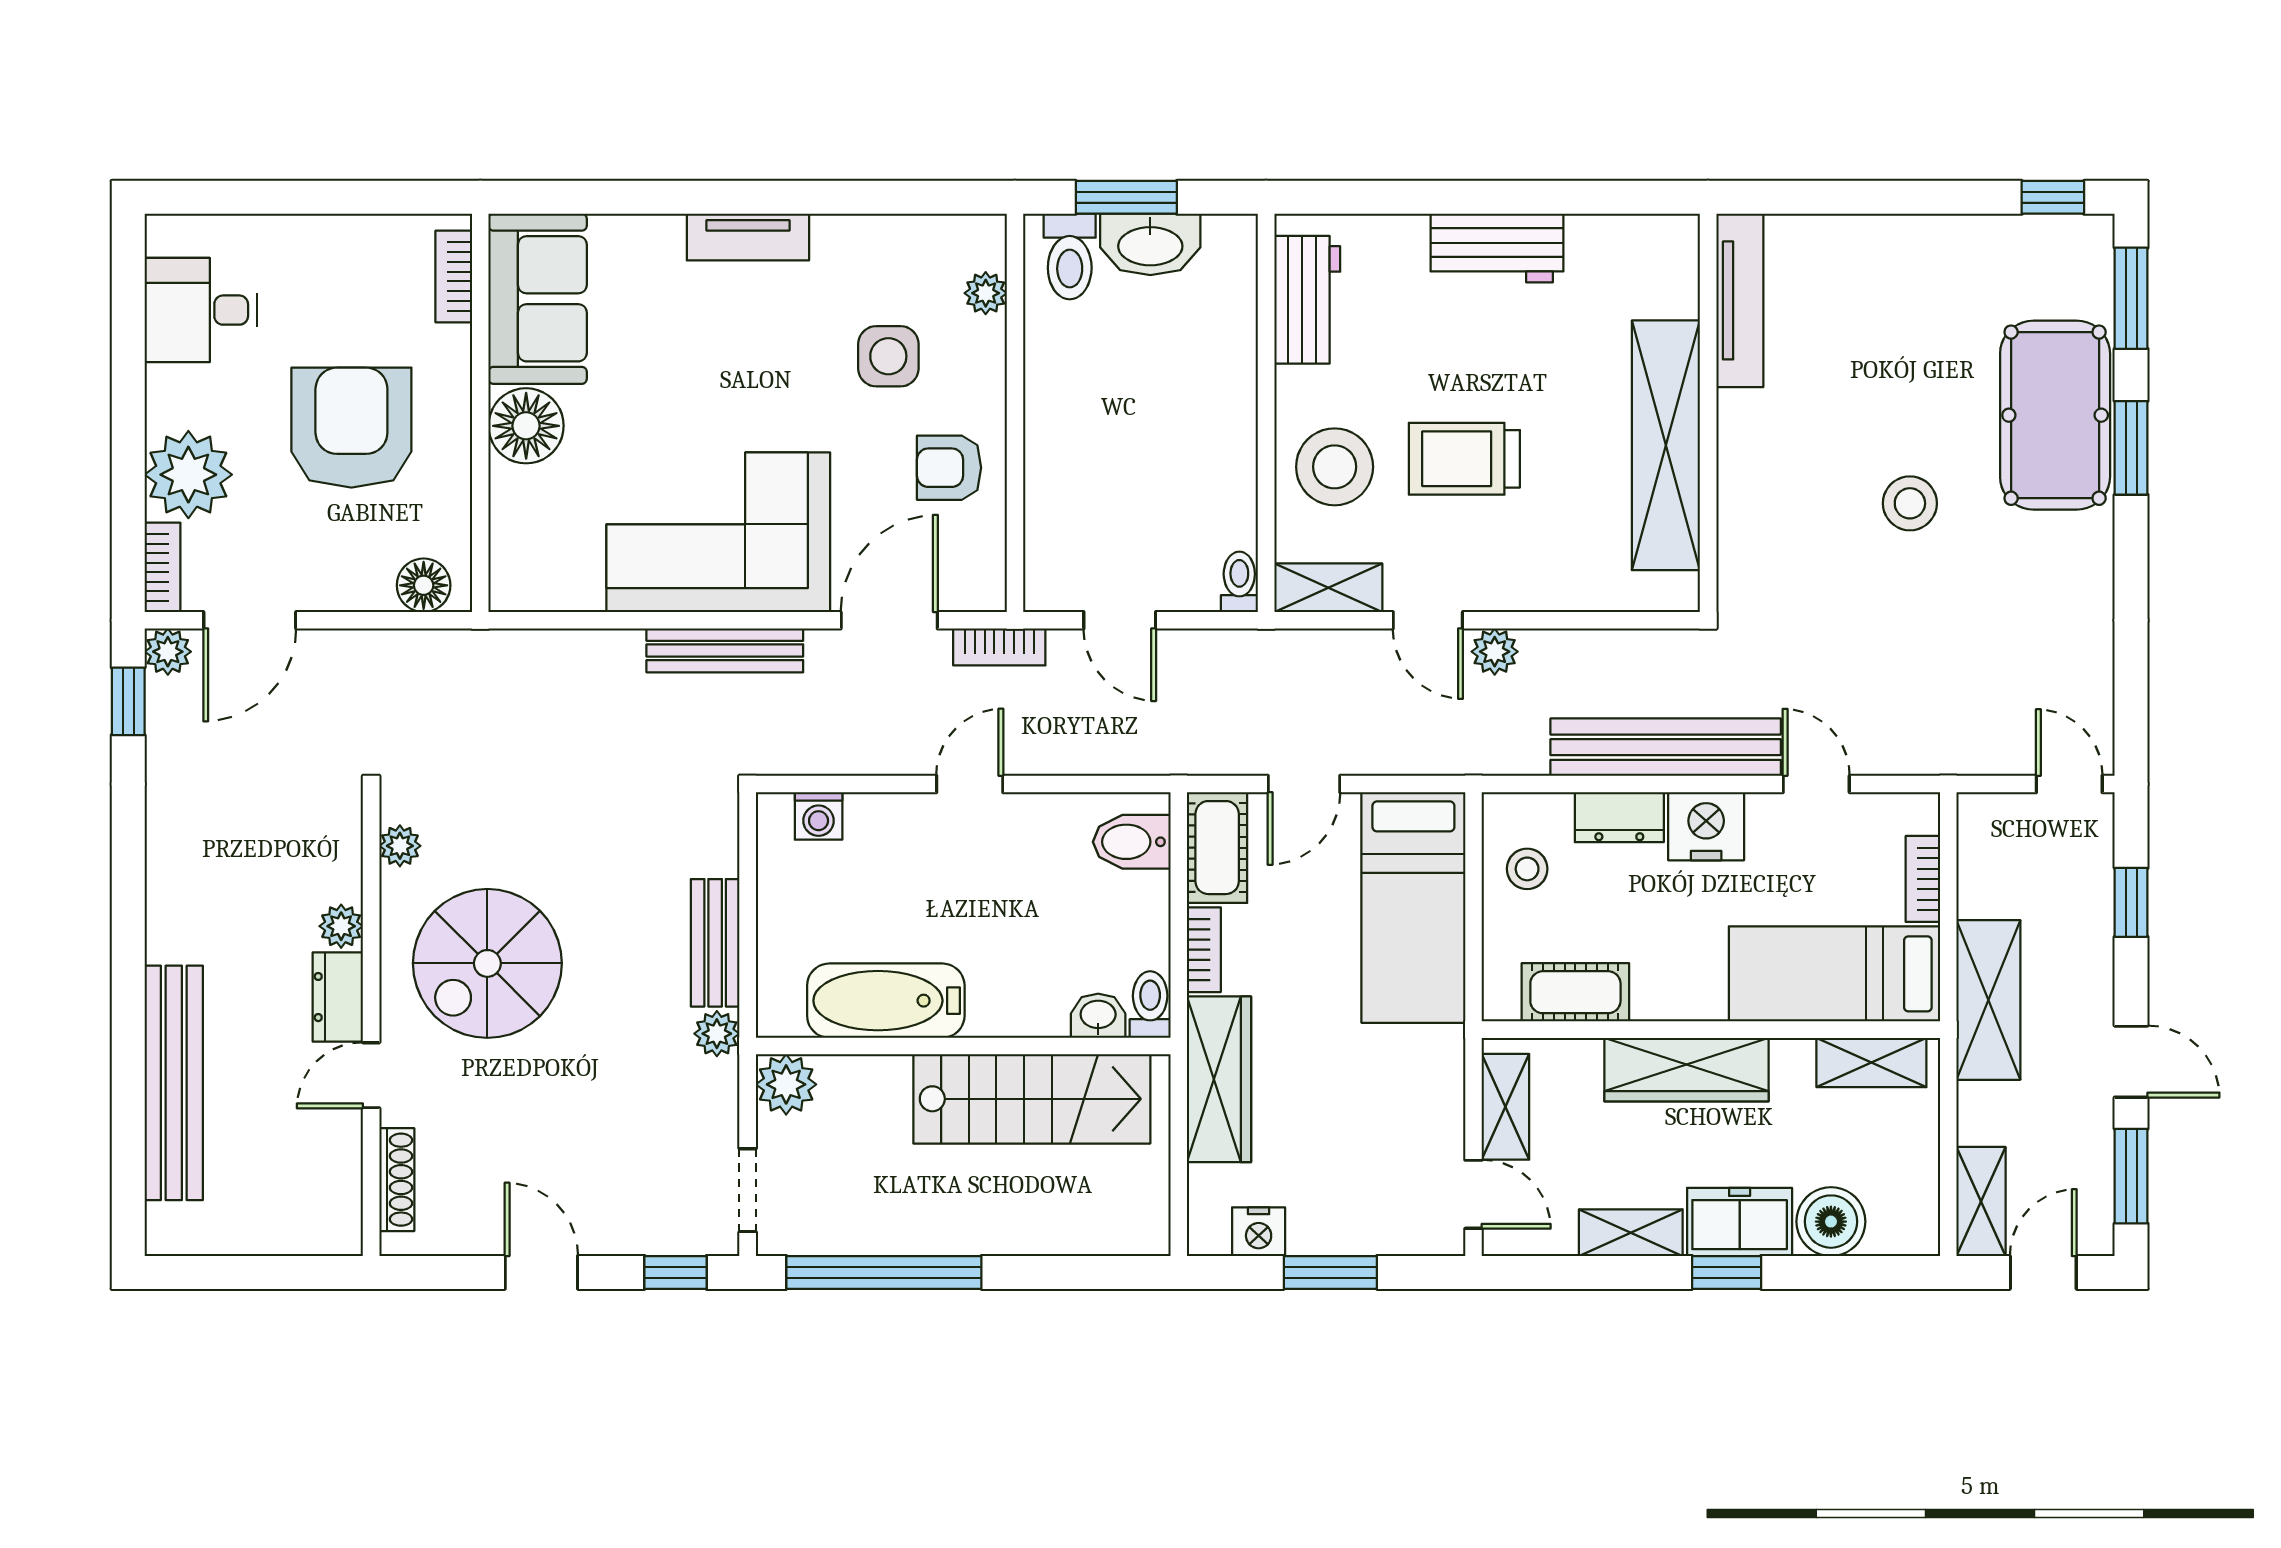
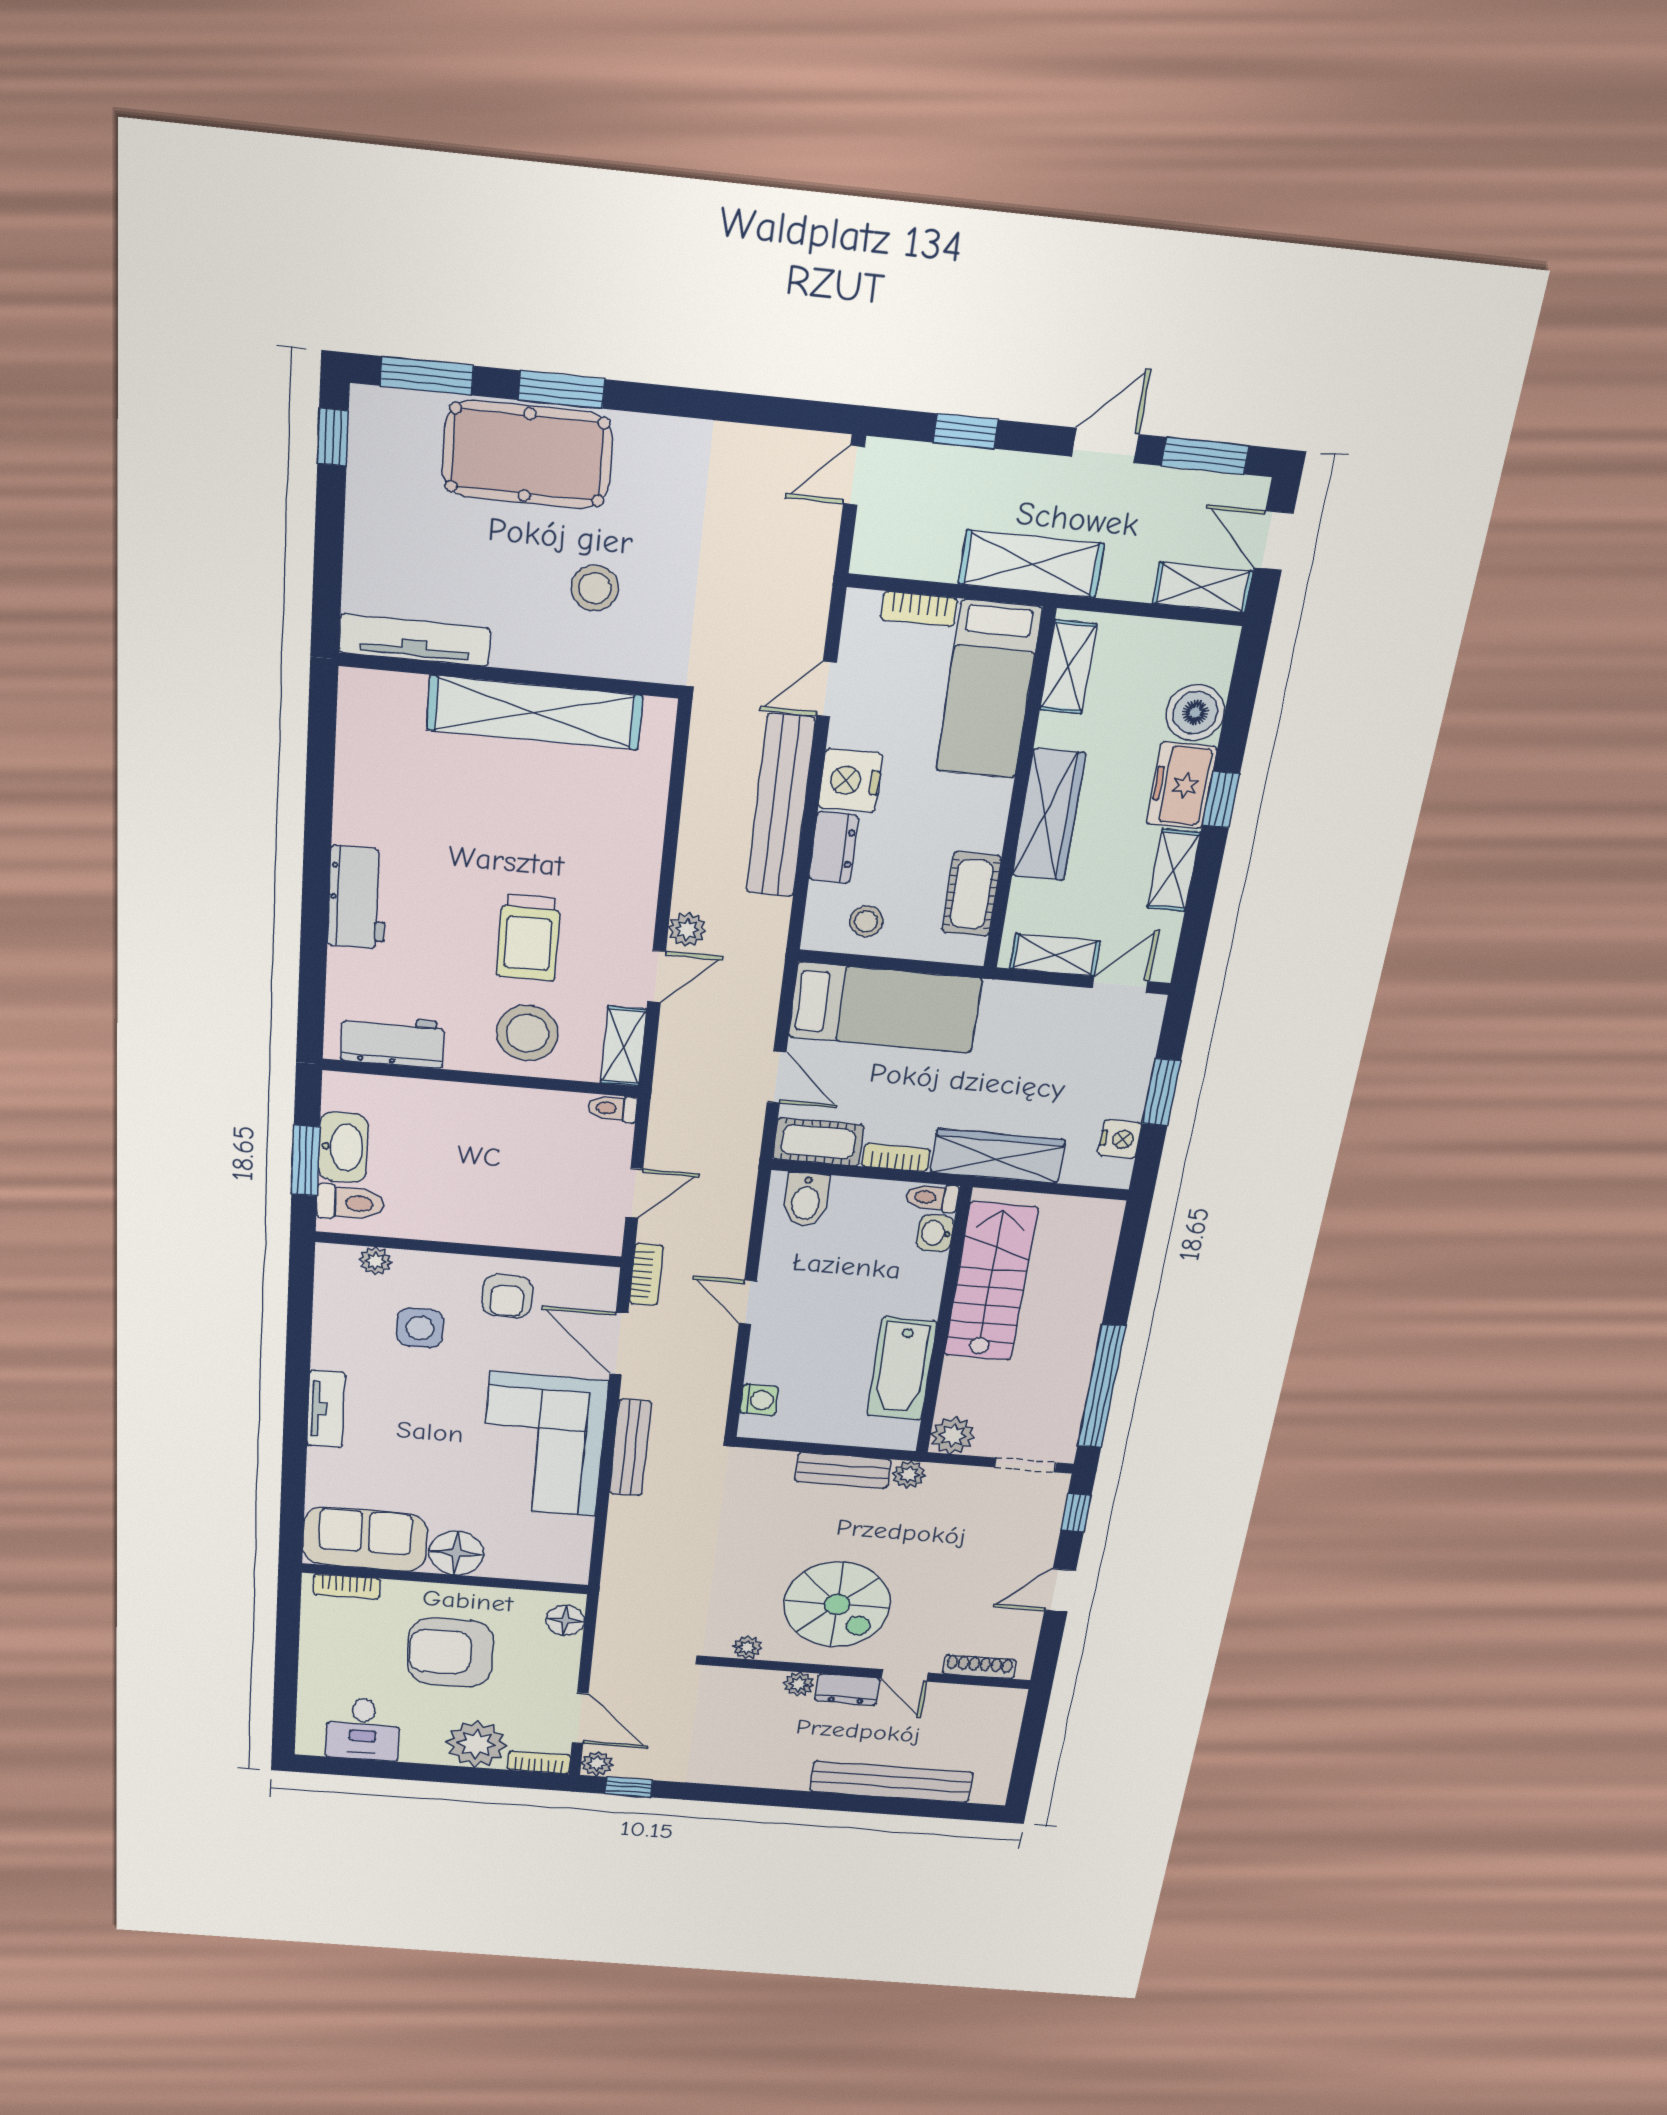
tv unit: (1740, 300) -> (415, 640), moved
wall: (1708, 413) -> (509, 676), moved
shelving: (1666, 445) -> (535, 713), moved

